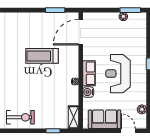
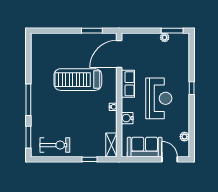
treadmill: (42, 56) -> (78, 80), width x1.37, depth x1.38
row of seats: (89, 73) -> (128, 84), moved
reception desk: (118, 74) -> (159, 98), turned 180

